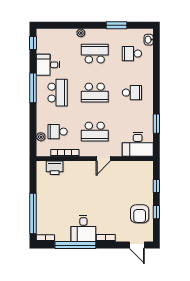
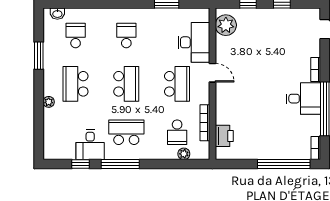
window: (33, 43) -> (81, 164), moved
school desk: (132, 54) -> (76, 35), turned 180
desk: (138, 144) -> (194, 42), moved
plant: (140, 169) -> (226, 25), added
armchair: (140, 214) -> (284, 25), removed

